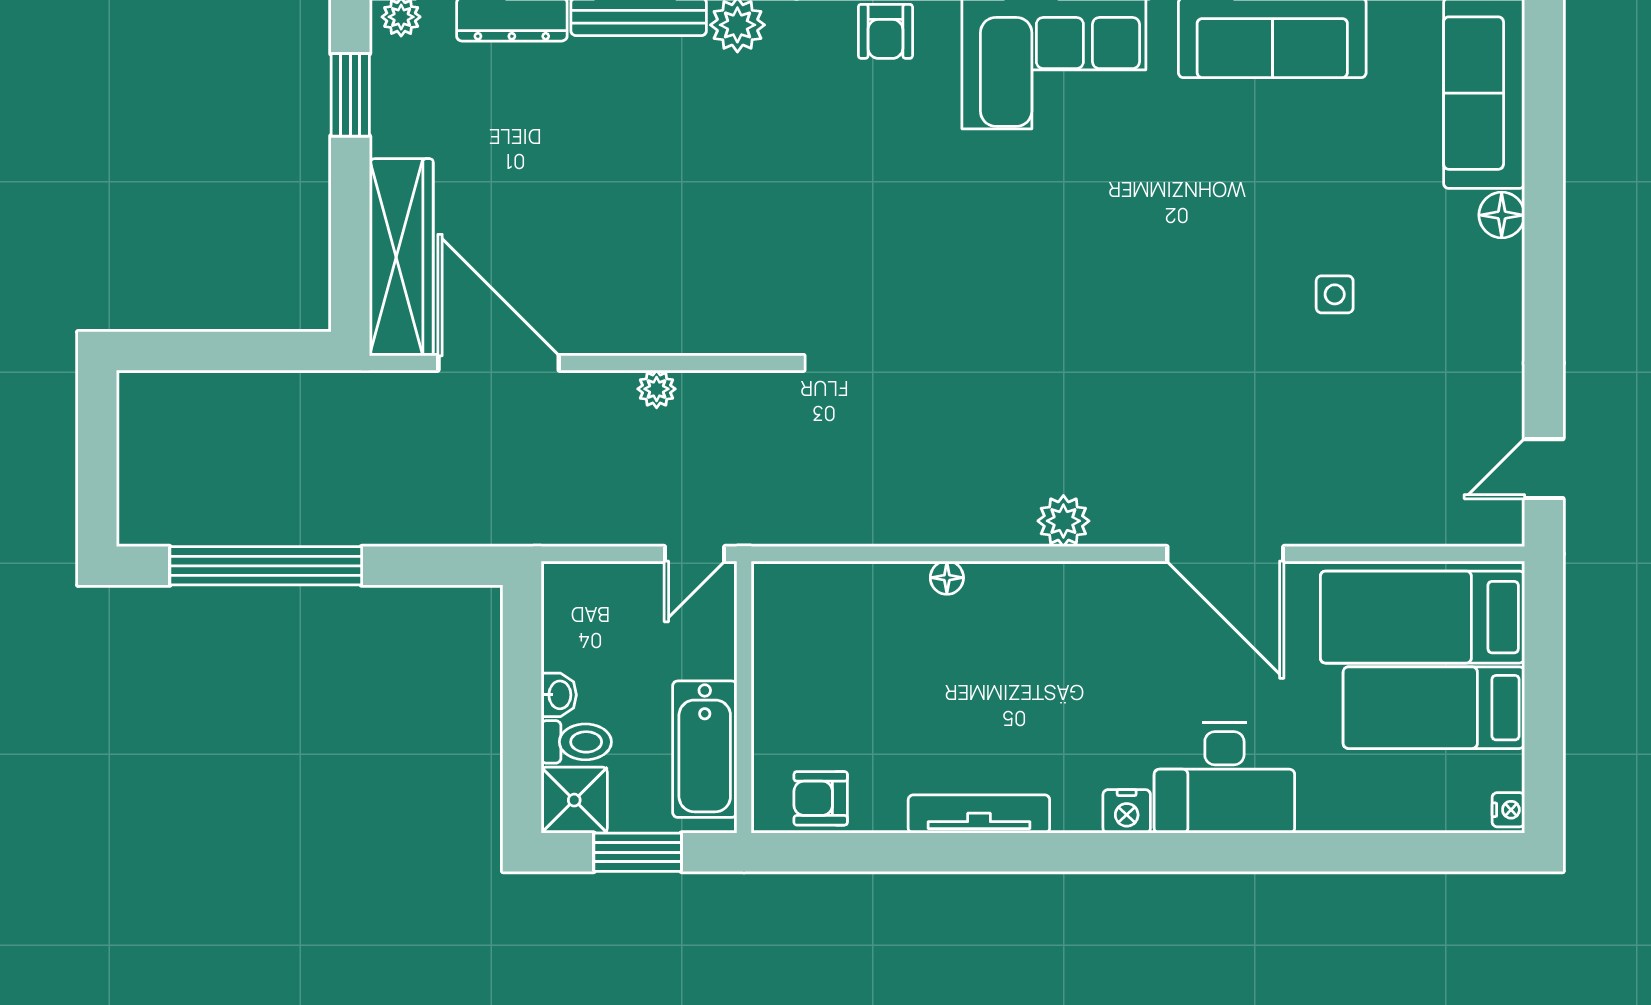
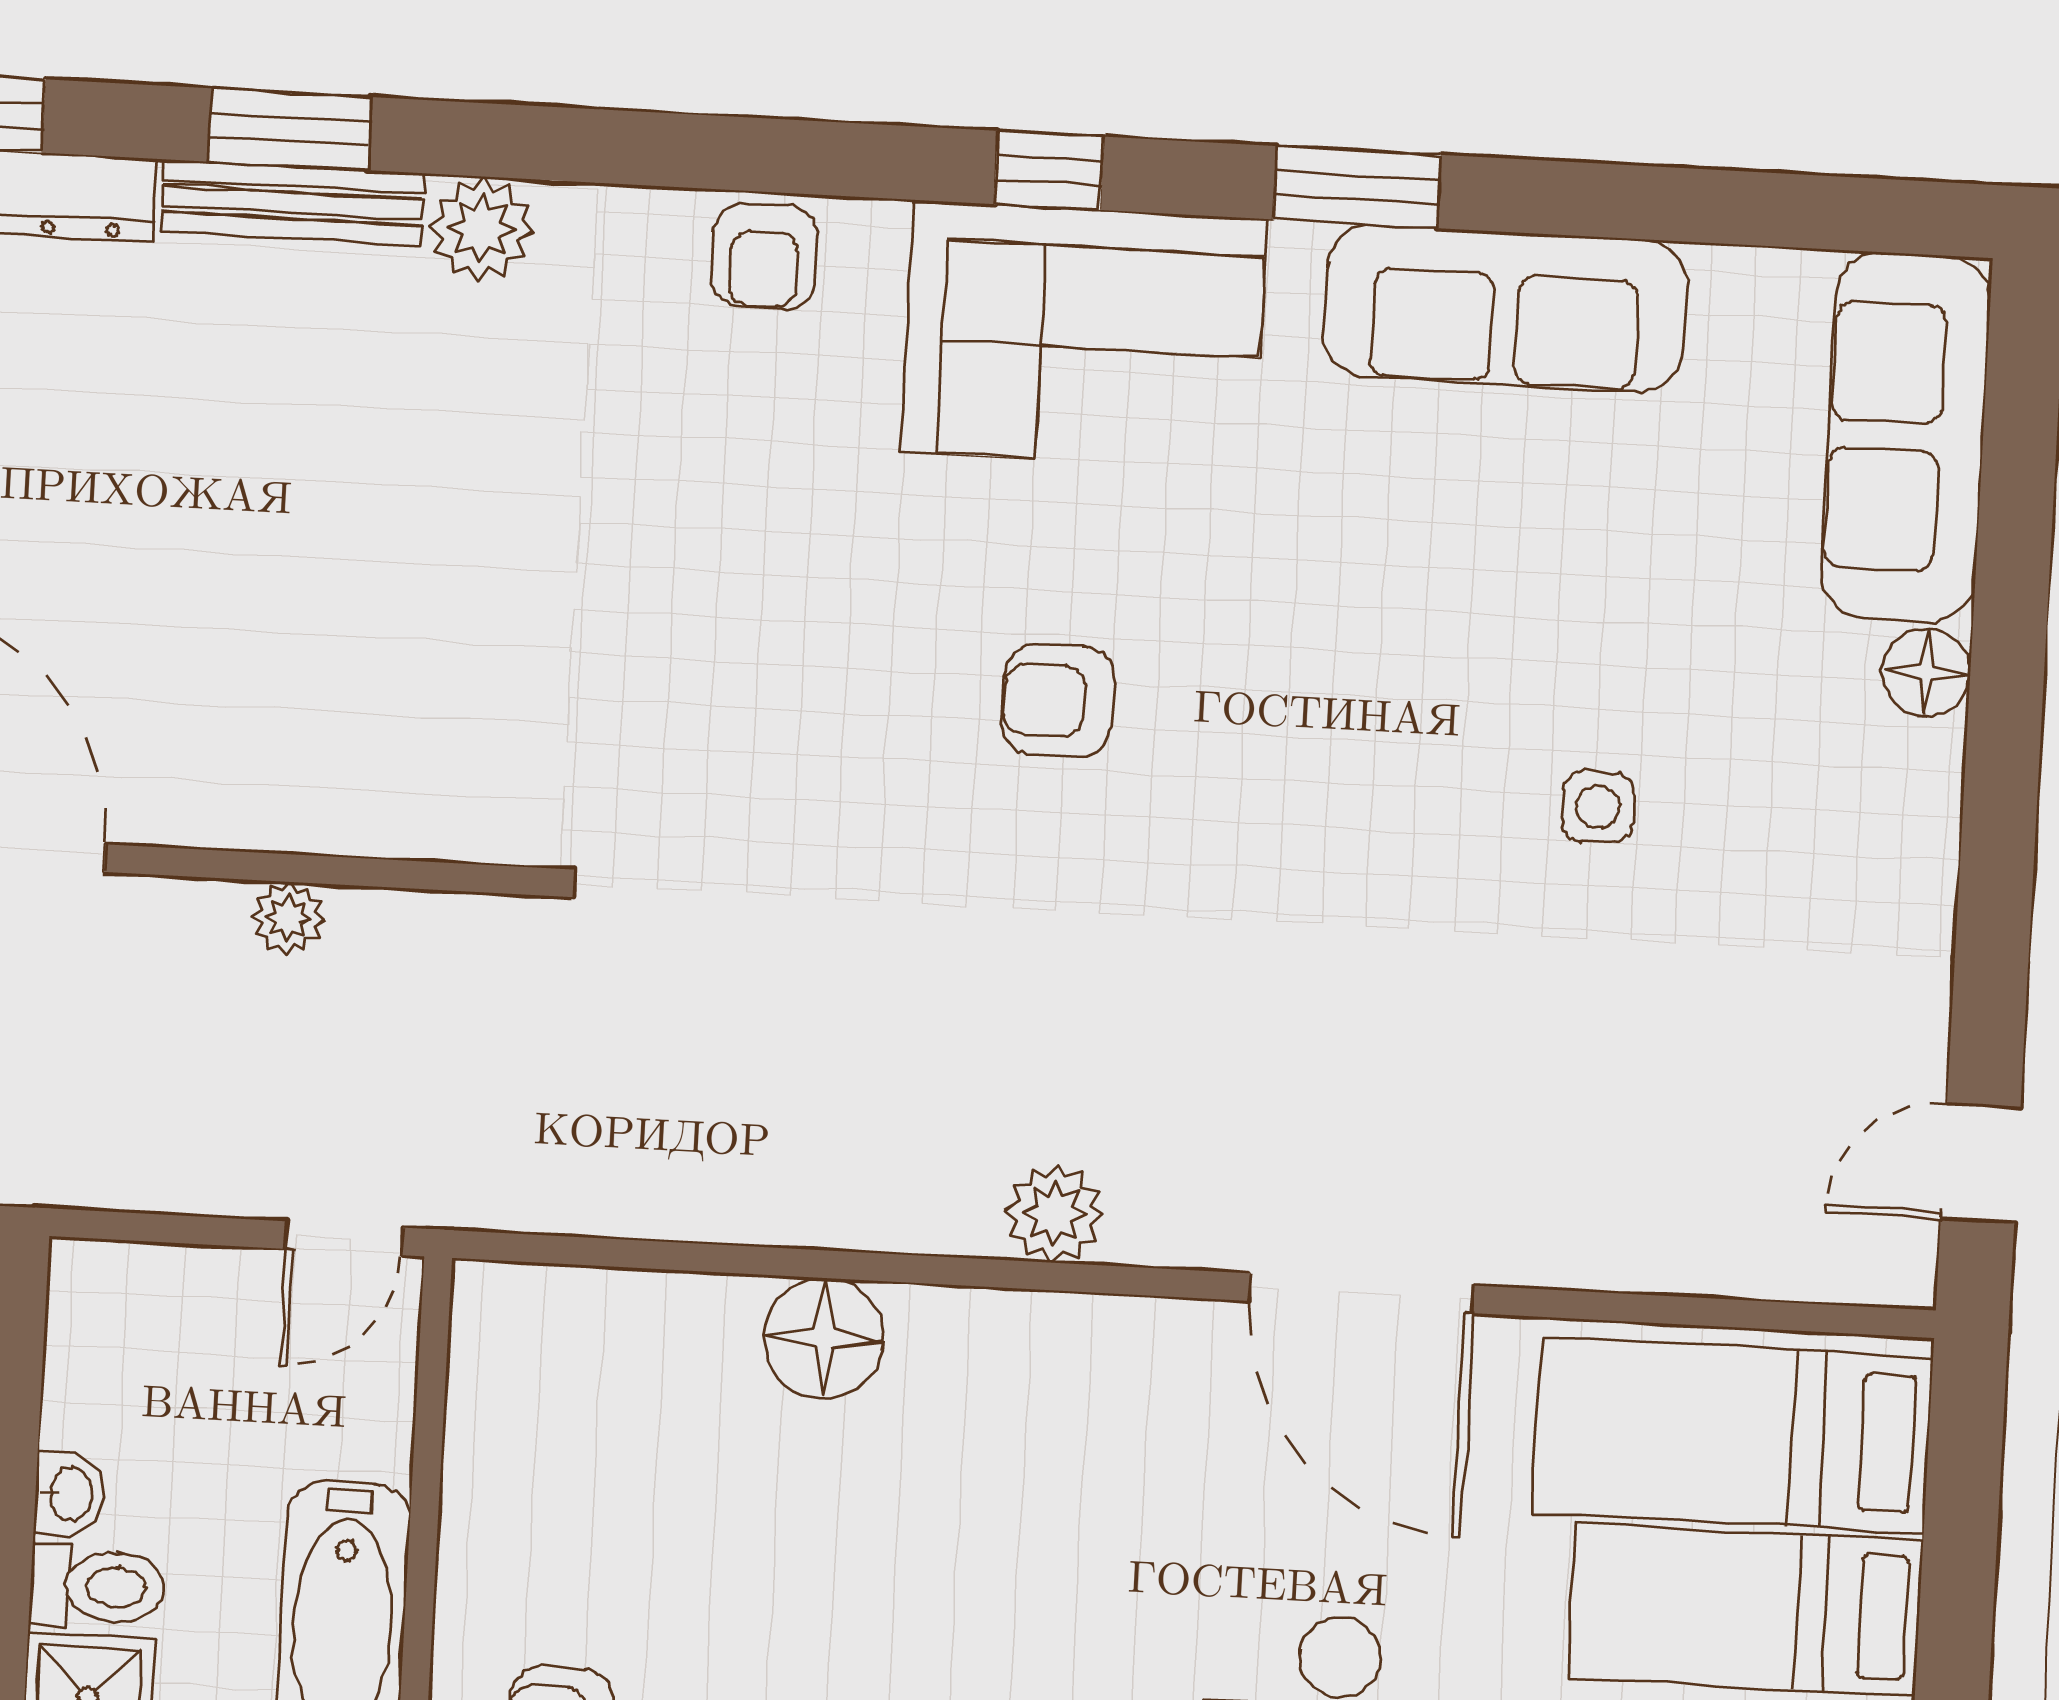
armchair: (1051, 254) -> (1058, 701), added
floor lamp: (947, 578) -> (824, 1338), width x1.89, depth x1.89

